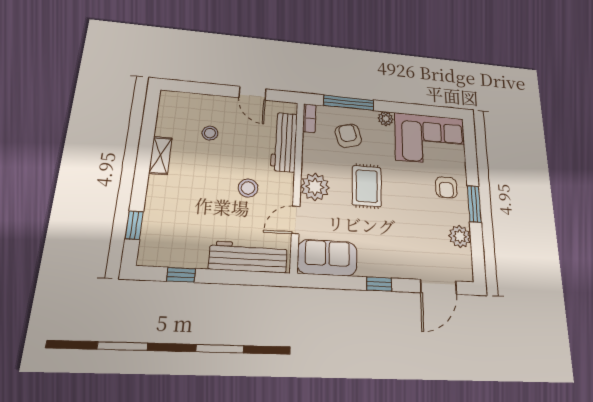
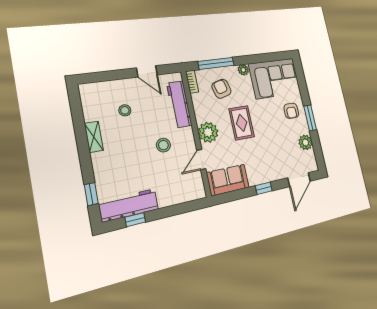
workbench: (248, 257) -> (129, 205), moved

